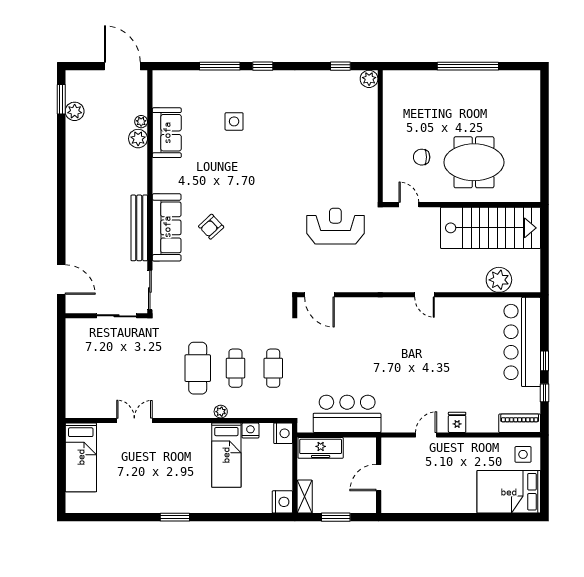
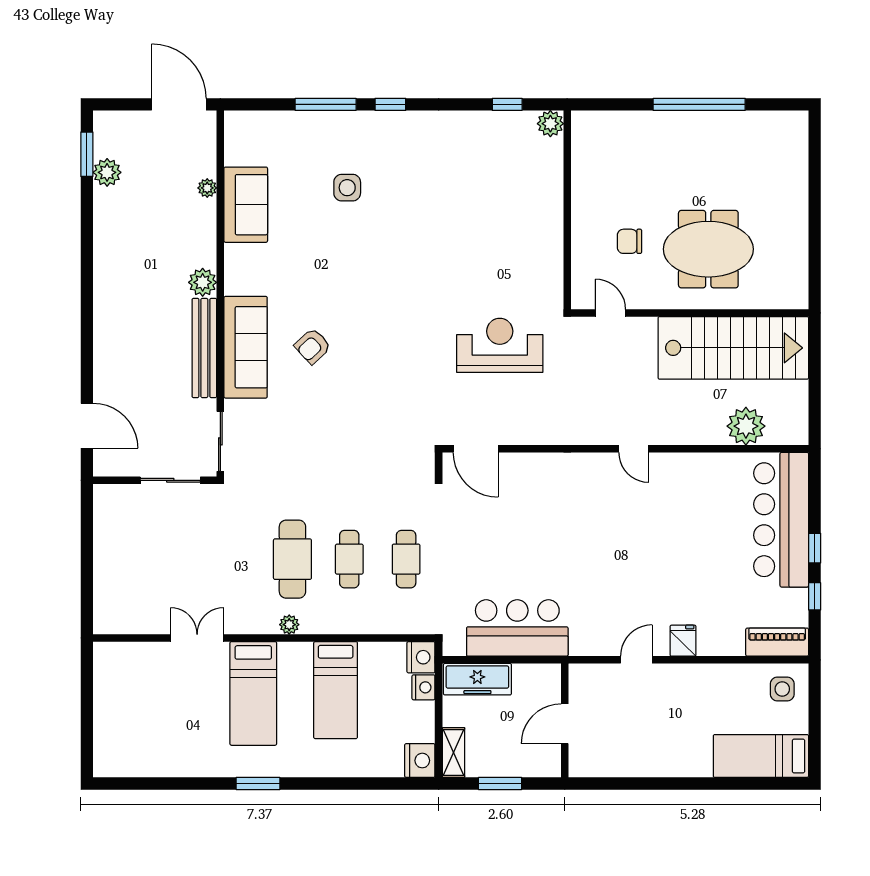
plant: (138, 139) -> (203, 282), moved
plant: (221, 412) -> (289, 625), moved
nightstand: (250, 431) -> (423, 687), moved, turned 90
bed: (81, 457) -> (253, 693), moved
bed: (509, 492) -> (761, 756), width x0.67

